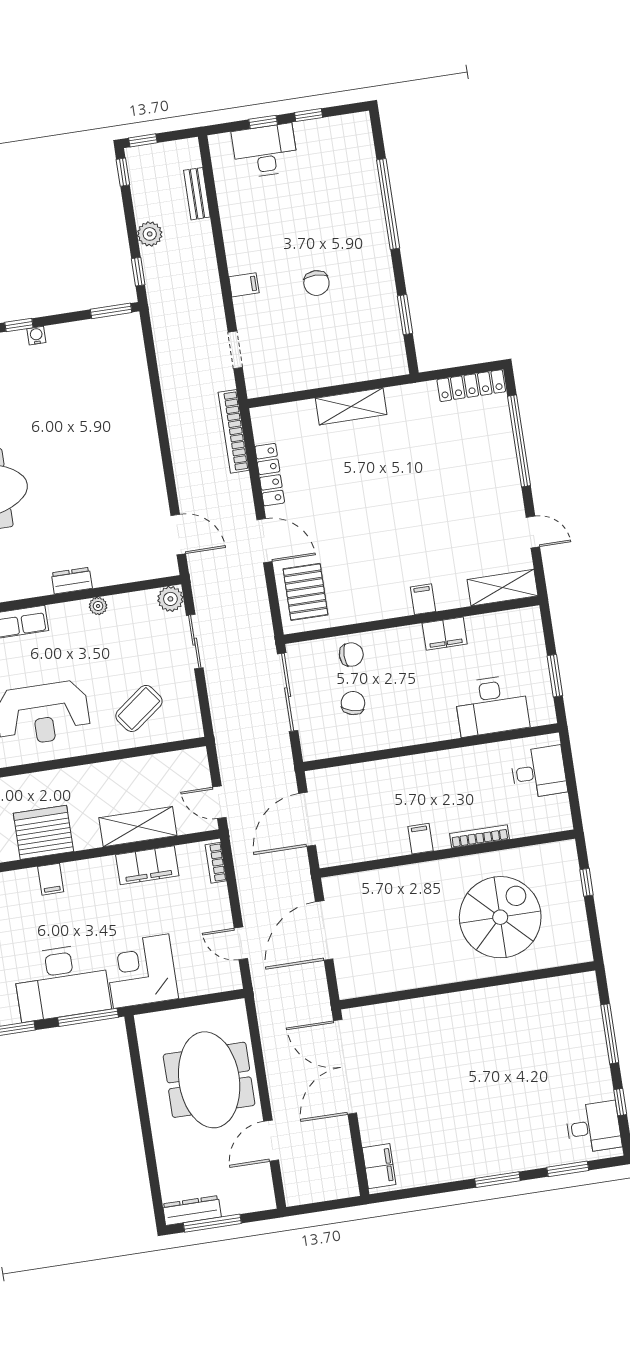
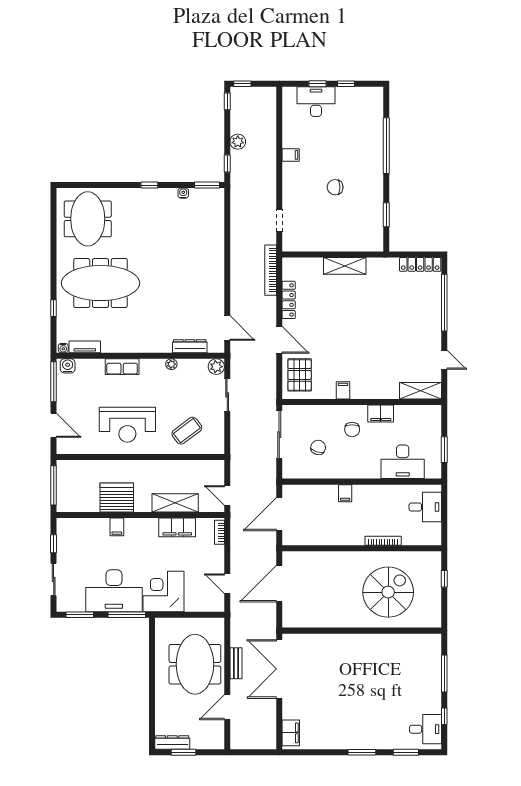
bench: (197, 194) -> (236, 663), moved
chair: (316, 283) -> (335, 187), turned 90
filing cabinet: (244, 285) -> (291, 155), moved
water cooler: (36, 336) -> (183, 193), moved
dresser: (72, 581) -> (190, 346), moved, width x1.44
filing cabinet: (423, 599) -> (343, 390), moved
chair: (351, 655) -> (352, 430), moved, turned 90
filing cabinet: (421, 839) -> (345, 493), moved, turned 180
window: (212, 1223) -> (184, 752), width x0.69

